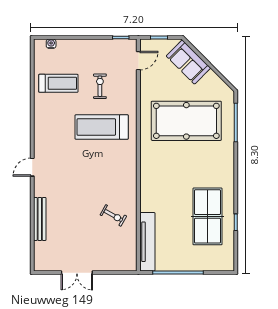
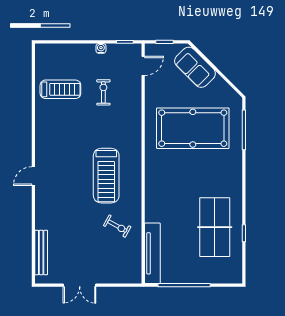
water cooler: (51, 44) -> (101, 48), moved
treadmill: (102, 127) -> (106, 176), moved, turned -90
bench: (40, 219) -> (41, 252), moved

